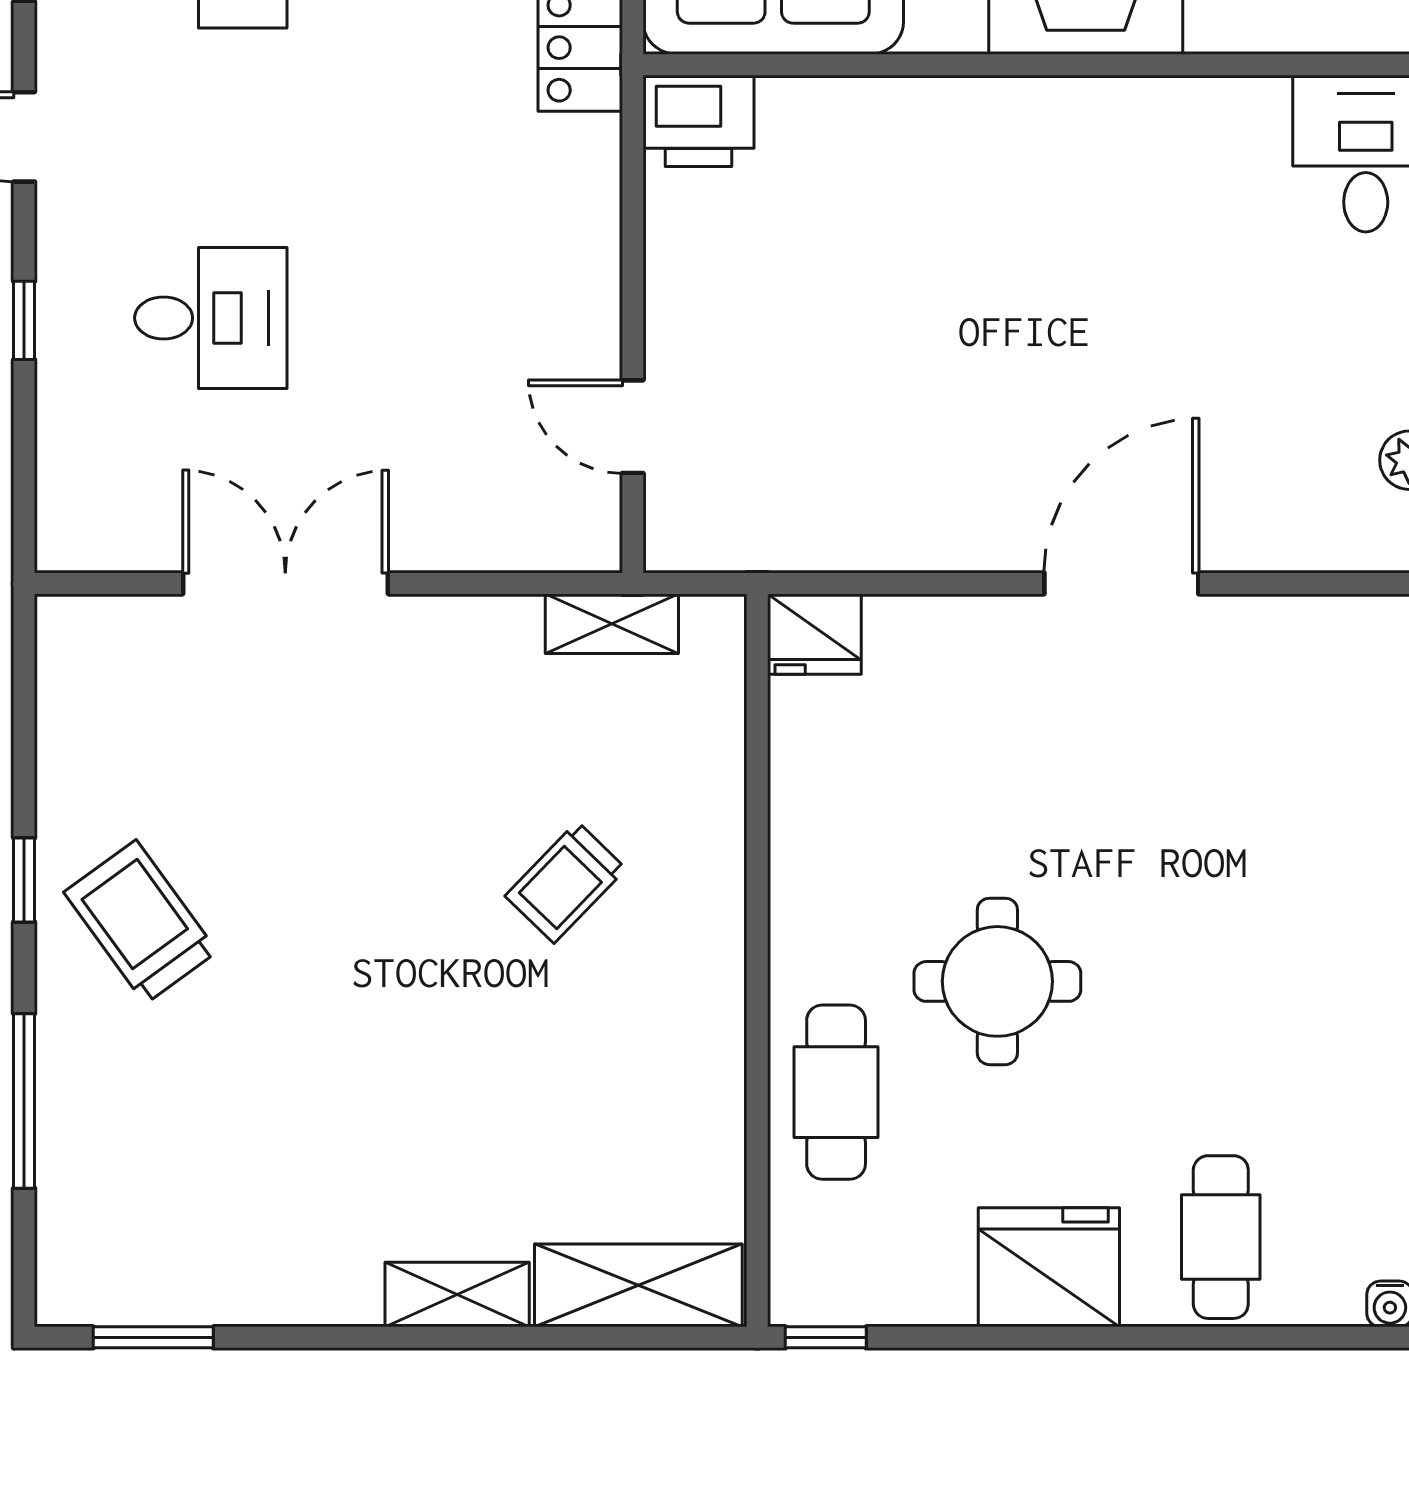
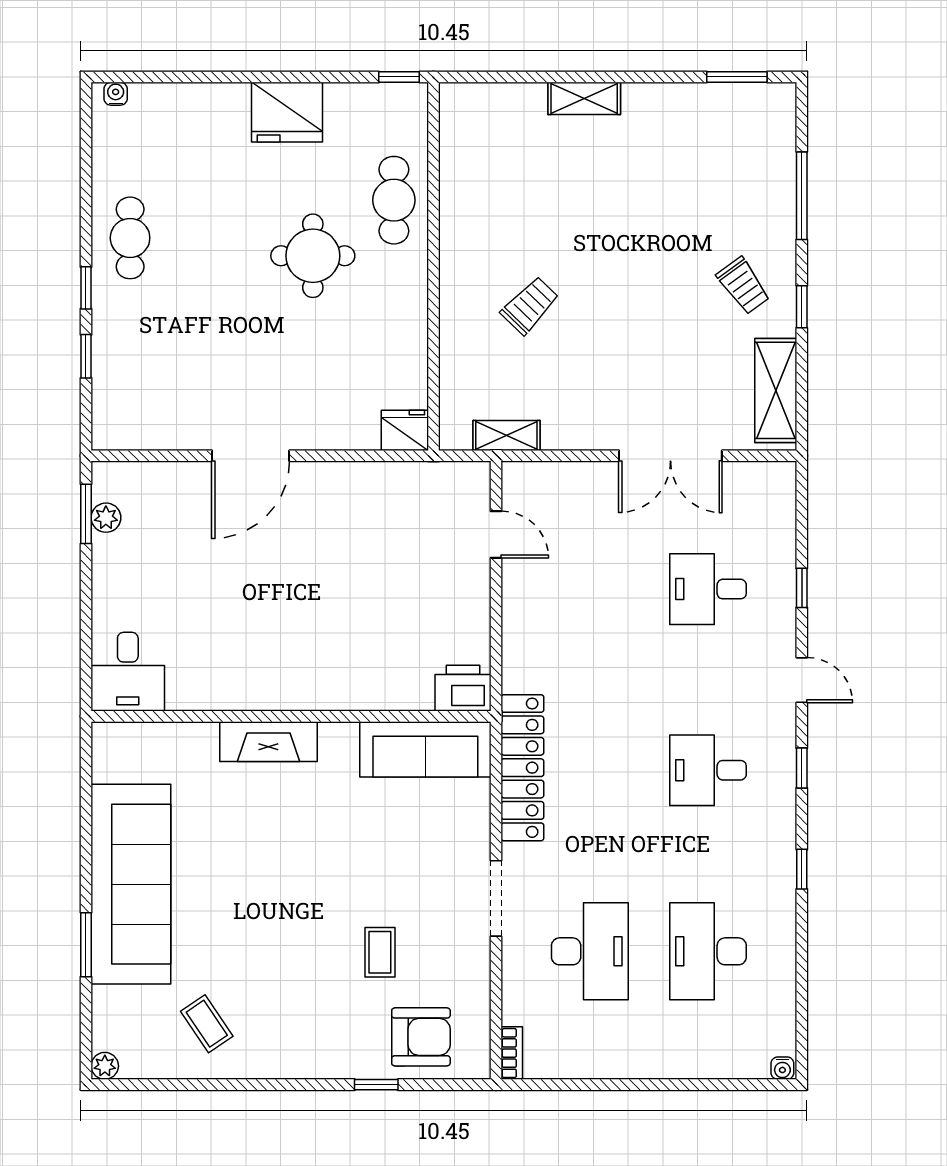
trolley: (141, 922) -> (743, 286), width x0.73, depth x0.72
cafe table: (1221, 1237) -> (130, 238), moved
shelving: (638, 1285) -> (776, 390), moved, turned 90

